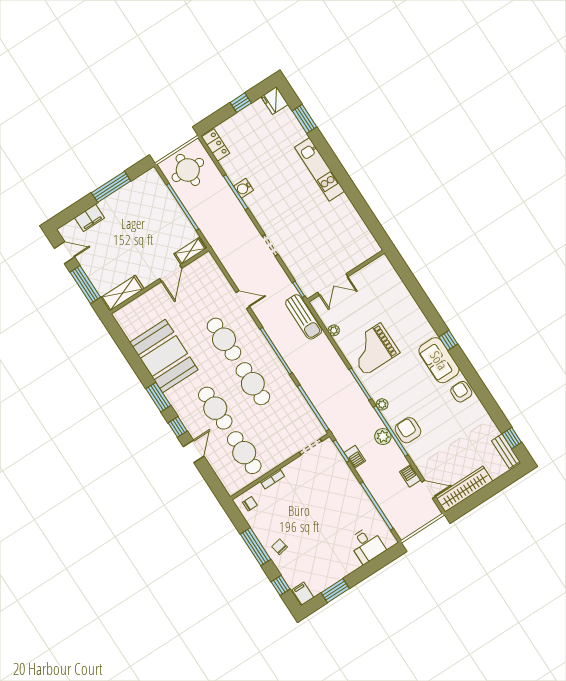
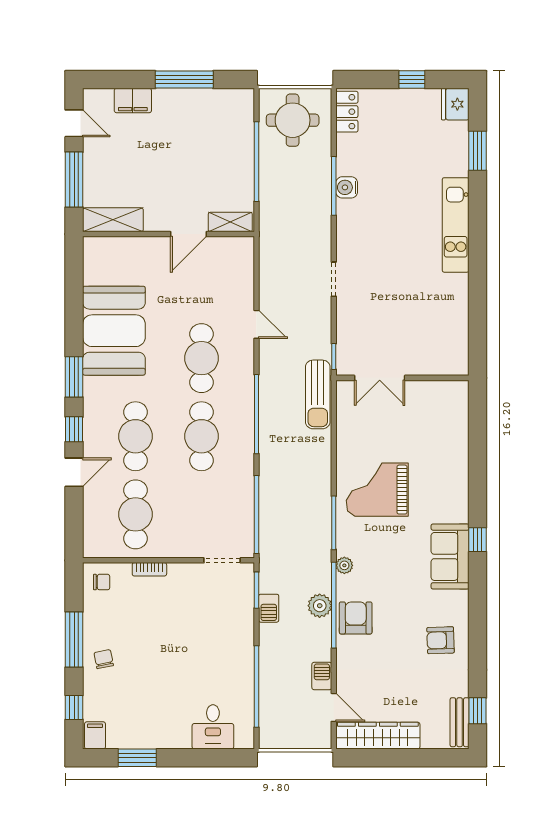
plant: (334, 330) -> (344, 435), removed
armchair: (461, 392) -> (441, 640), moved, turned -92

